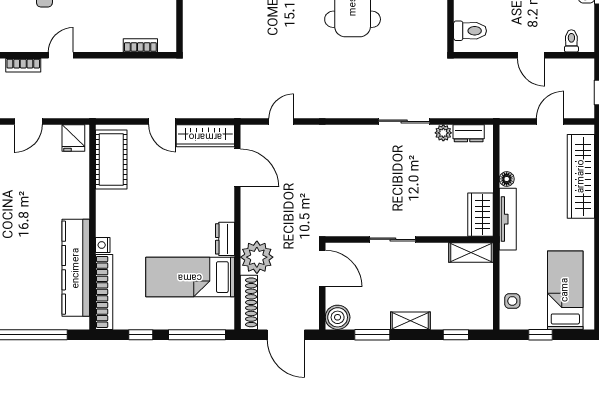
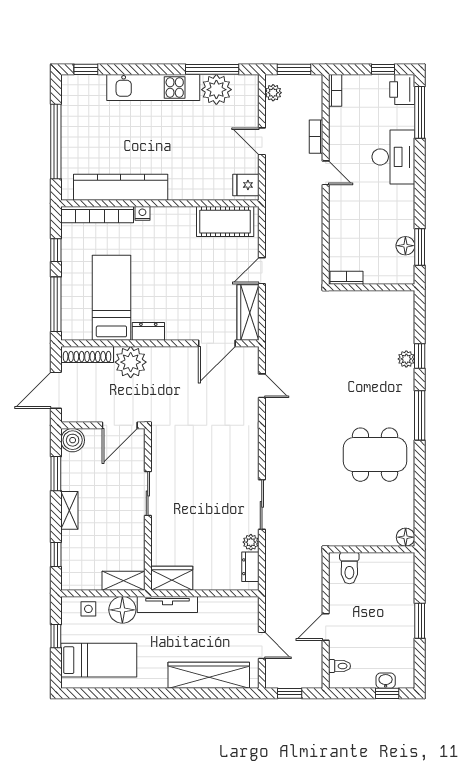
bookcase: (140, 45) -> (347, 278), moved, turned -90
floor lamp: (507, 179) -> (122, 610), moved, width x1.89, depth x1.89
shelving: (471, 253) -> (123, 581), moved, turned 90

